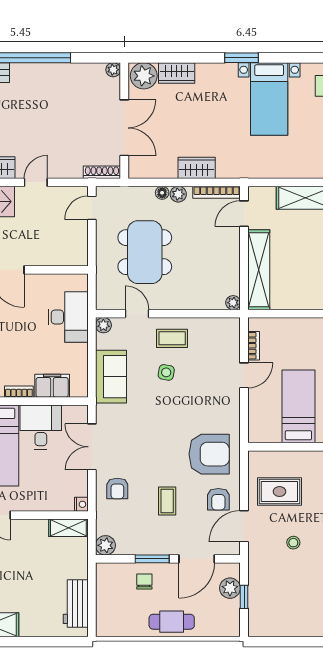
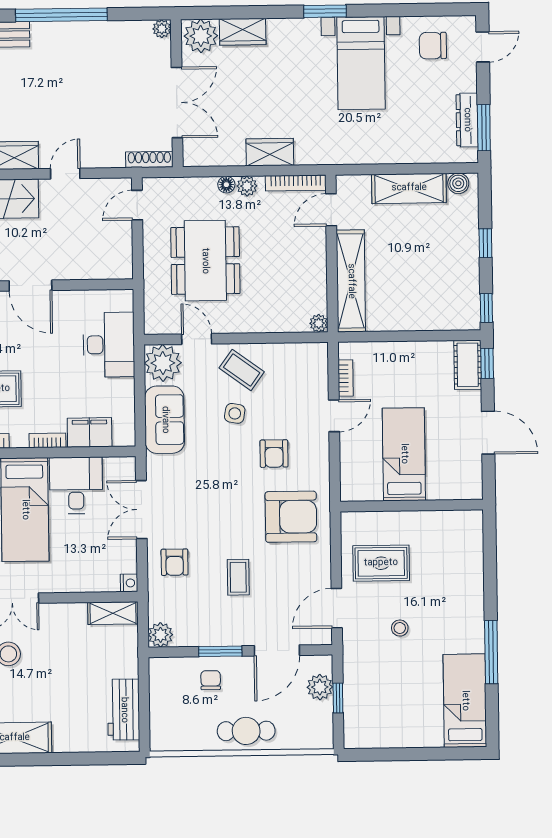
plant: (103, 325) -> (163, 363), width x1.88, depth x1.88
coffee table: (172, 338) -> (242, 370), turned 36
armchair: (218, 499) -> (274, 454), moved

